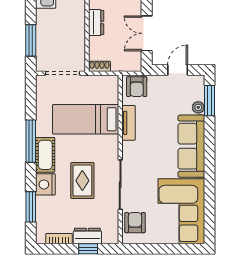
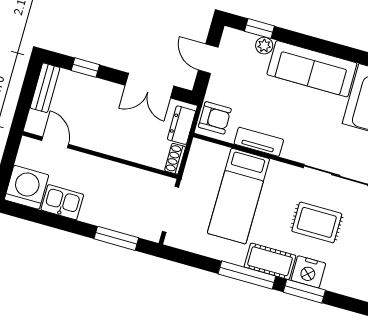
dresser: (96, 23) -> (181, 125), moved, turned -90
window: (210, 101) -> (259, 29), width x0.67
window: (31, 207) -> (304, 291), moved

